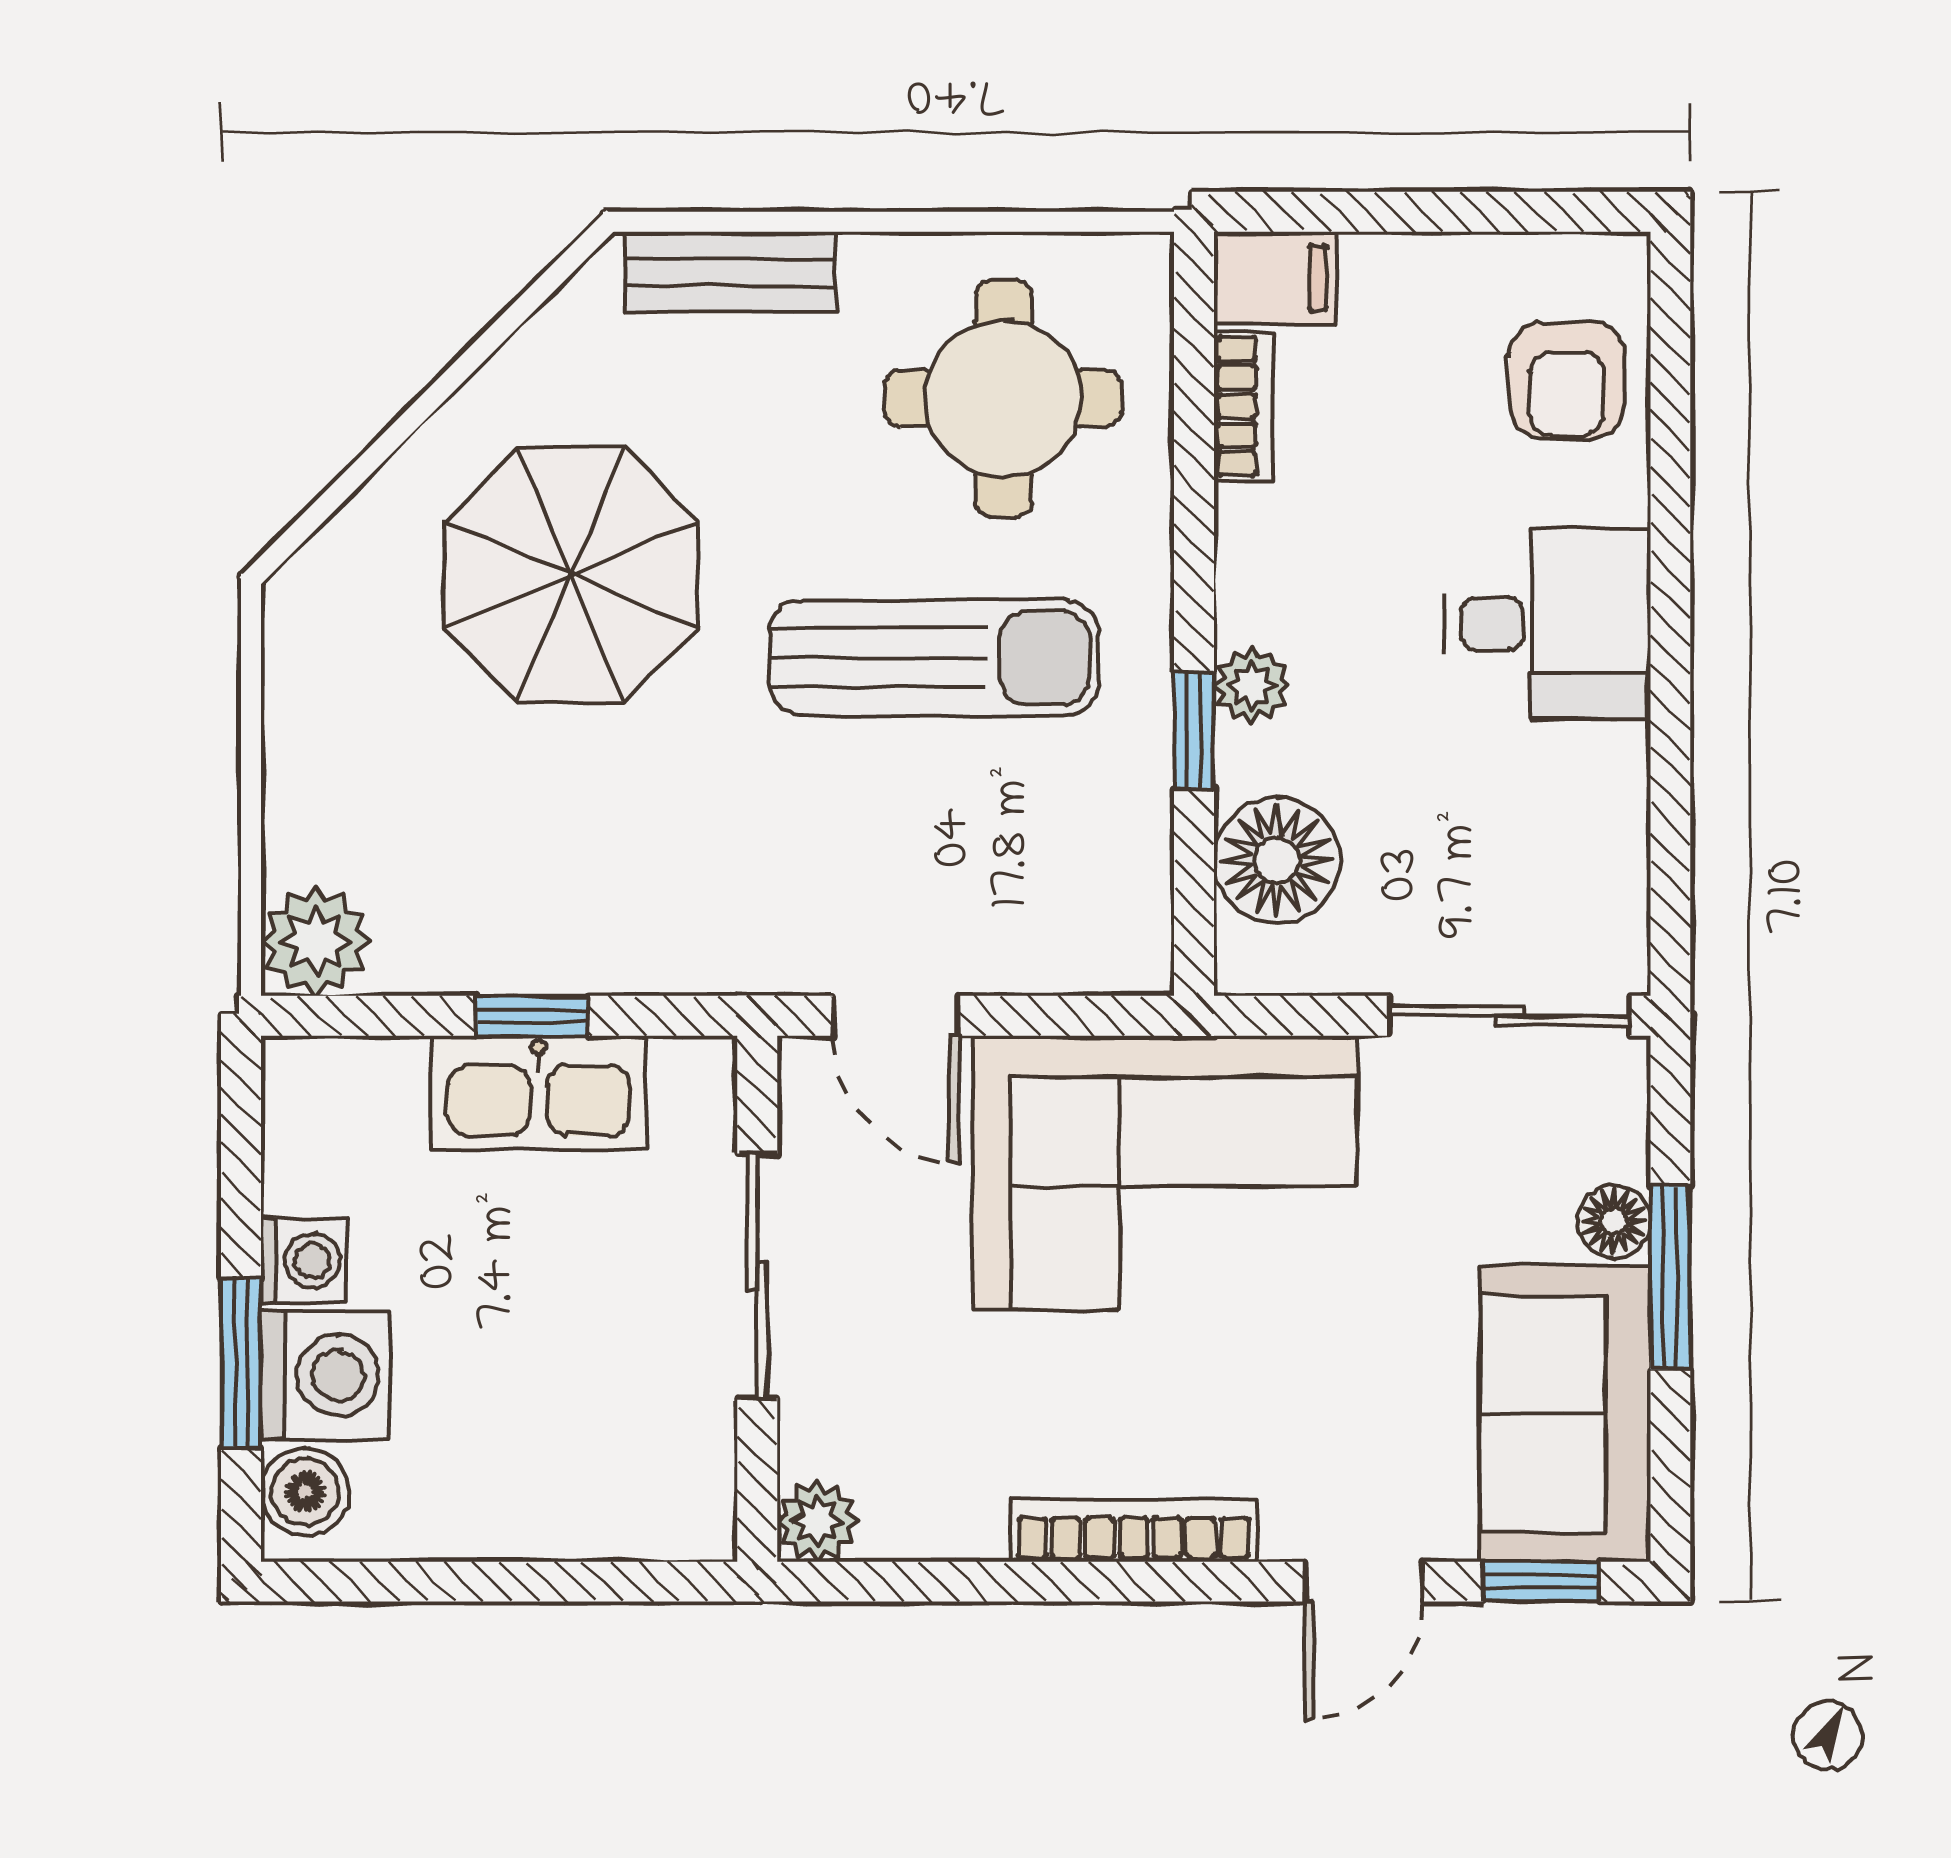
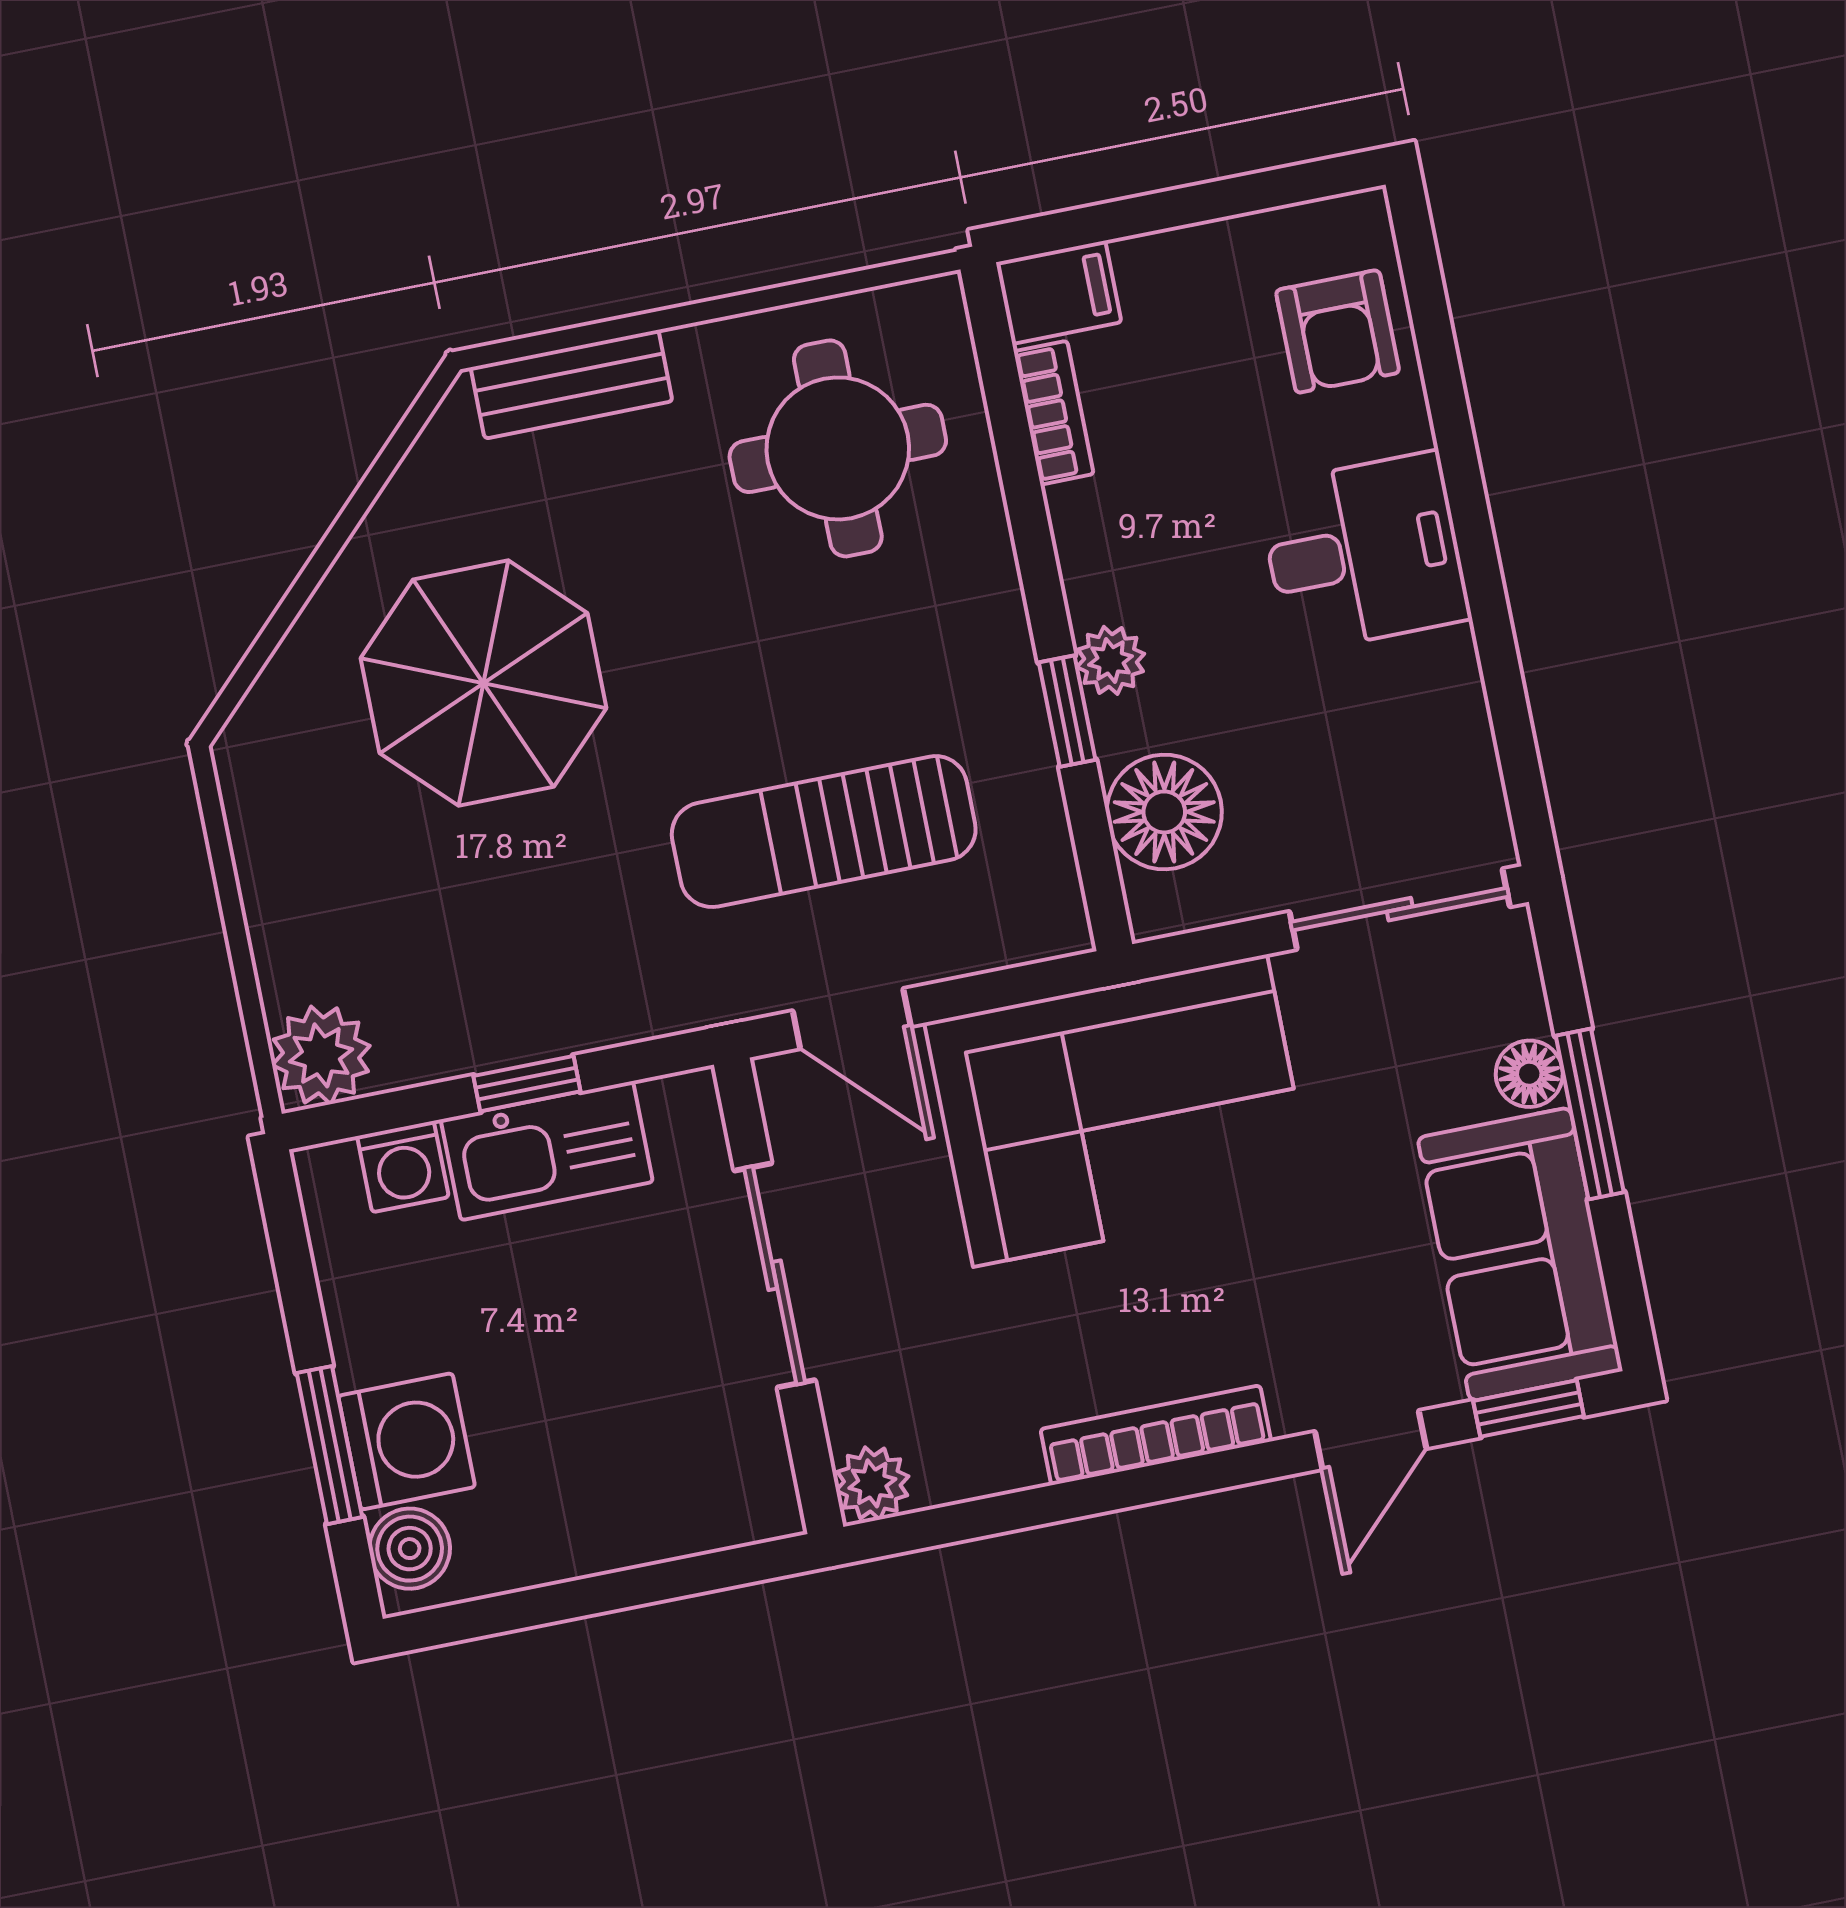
sun lounger: (934, 658) -> (824, 832), moved, turned 180
washing machine: (304, 1261) -> (403, 1167), moved, turned 90

